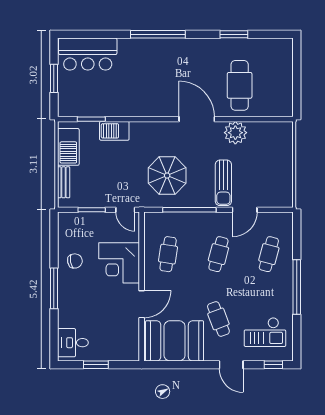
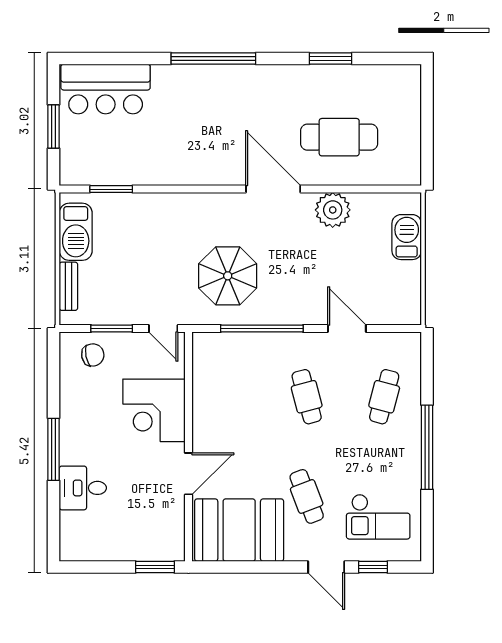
cafe table: (240, 85) -> (339, 137), turned 90
barbecue: (114, 131) -> (407, 237), moved, turned 90
sun lounger: (223, 183) -> (314, 287), removed
door: (245, 210) -> (347, 329), swing flipped
cafe table: (168, 254) -> (229, 397), removed
cafe table: (218, 254) -> (307, 397), turned -30
chair: (75, 261) -> (93, 355), moved
desk: (73, 343) -> (83, 488), moved
window: (96, 365) -> (155, 567), moved
window: (273, 365) -> (373, 567), moved

